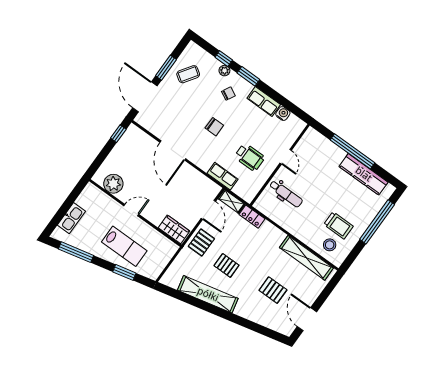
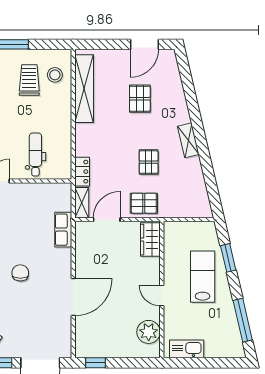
wheelchair: (250, 157) -> (25, 216), removed
kitchen sink: (71, 218) -> (187, 349), moved
shelving: (208, 294) -> (188, 140), width x0.45, depth x0.75

